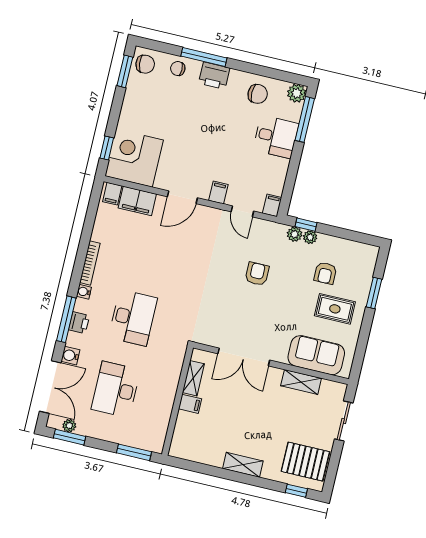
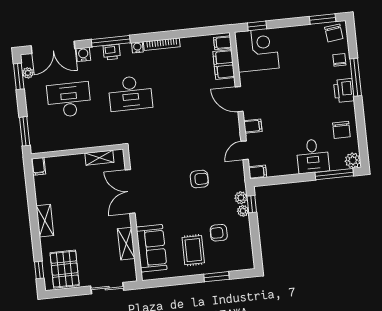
filing cabinet: (190, 404) -> (38, 166), moved

